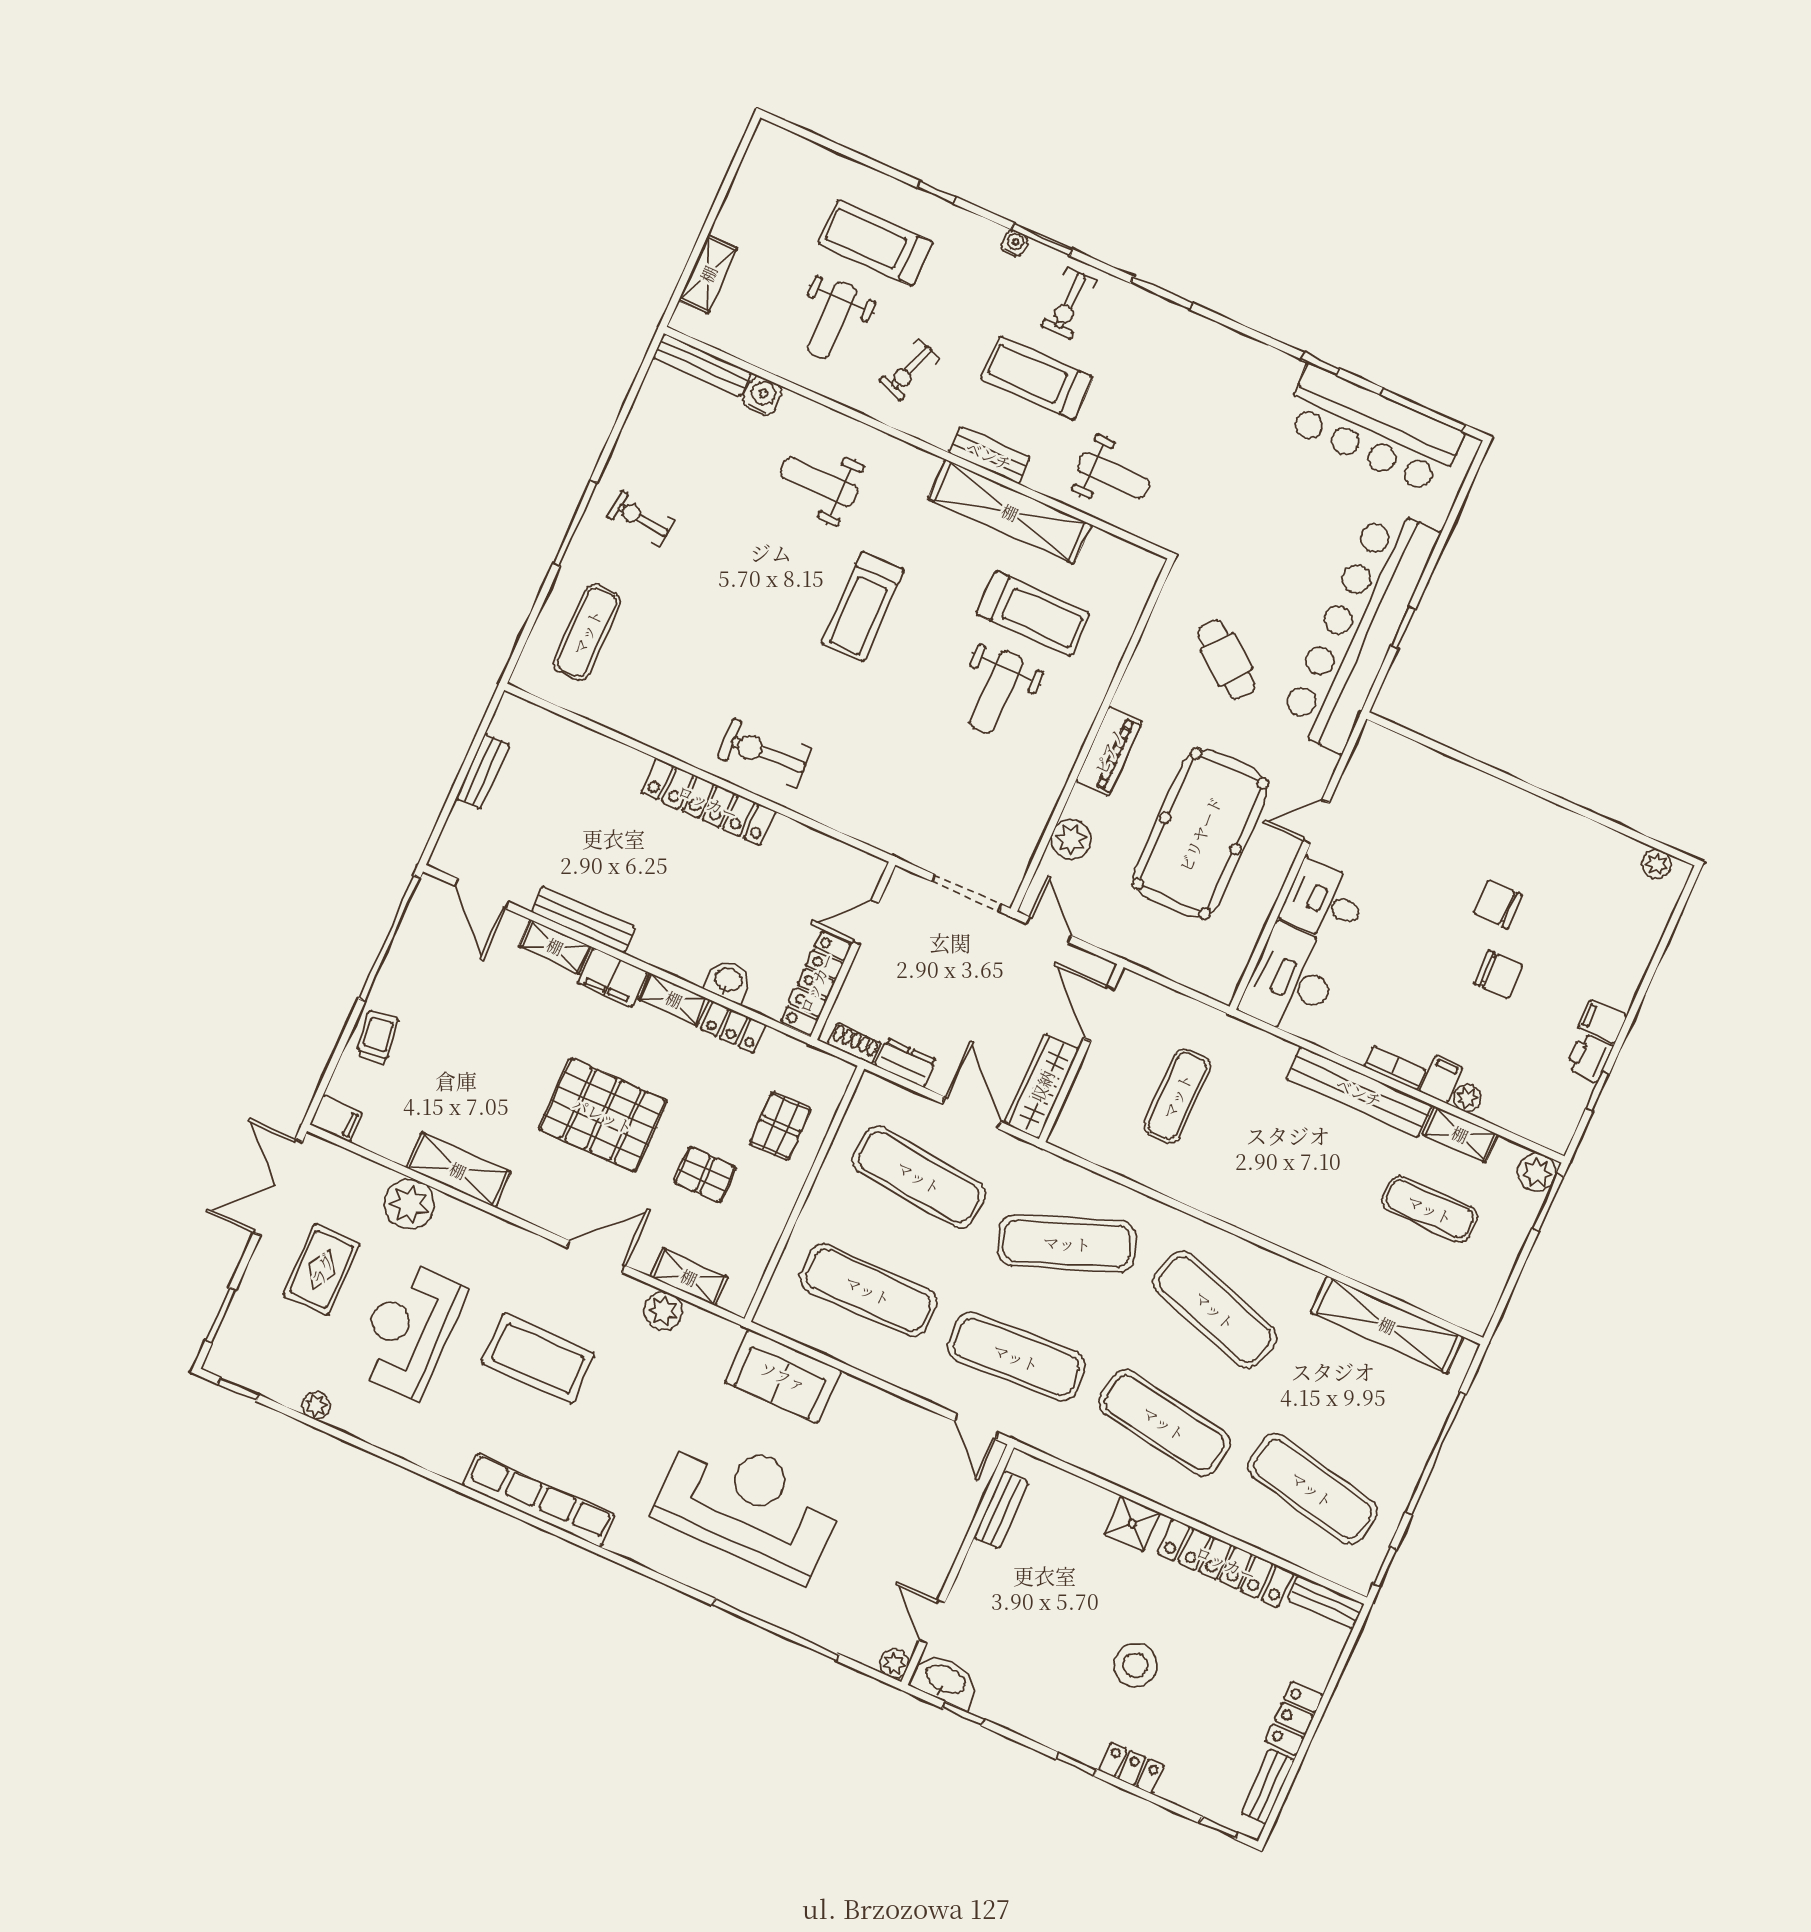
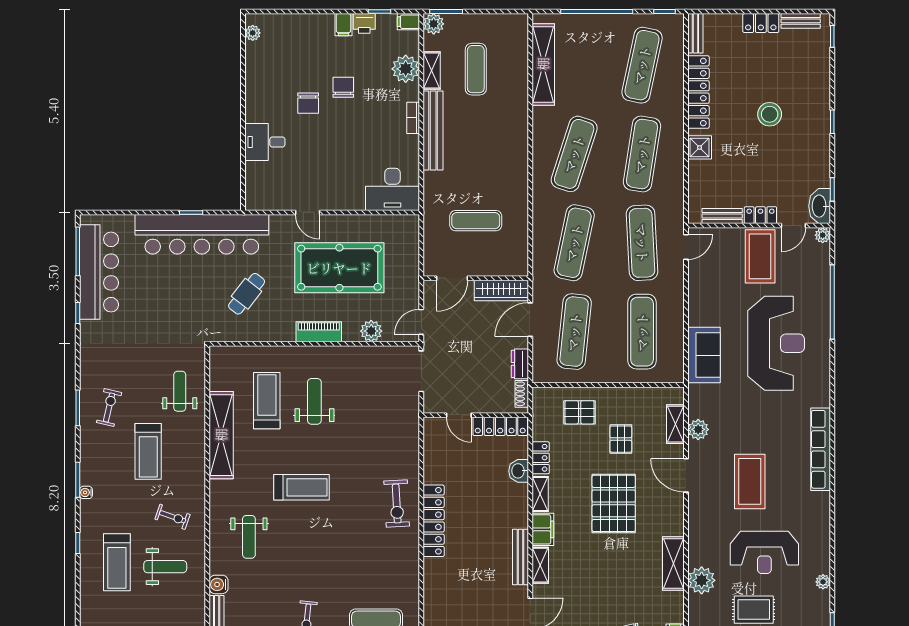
exercise bike: (1069, 304) -> (109, 407), moved, turned -77
bench: (989, 455) -> (197, 458), removed
weight bench: (996, 692) -> (314, 401), turned -90
desk: (1325, 901) -> (265, 142), moved, turned 90
filing cabinet: (1441, 1079) -> (408, 22), moved
plant: (1467, 1098) -> (406, 69), width x1.88, depth x1.88
exercise mat: (1067, 1243) -> (574, 243), turned 33
reception desk: (749, 1505) -> (776, 343), turned 180
coffee table: (906, 1543) -> (760, 256), added
locker: (1132, 1768) -> (760, 215), moved, turned 90

